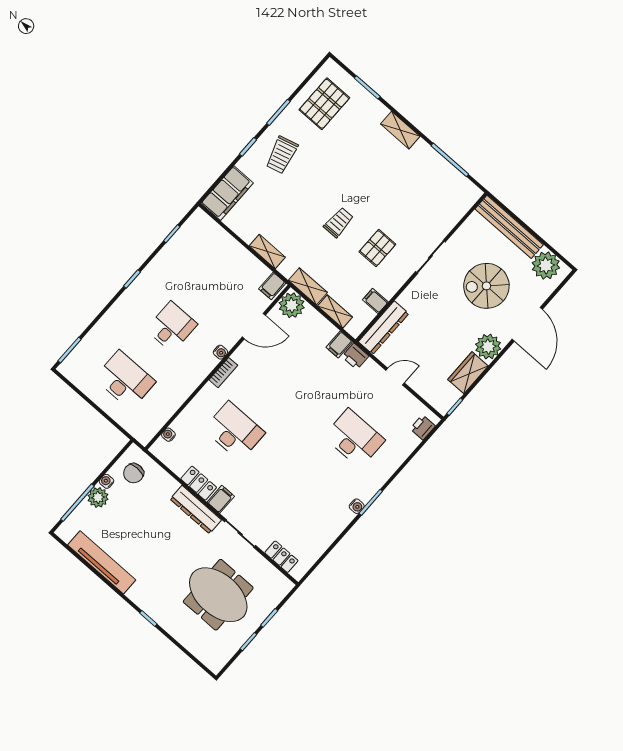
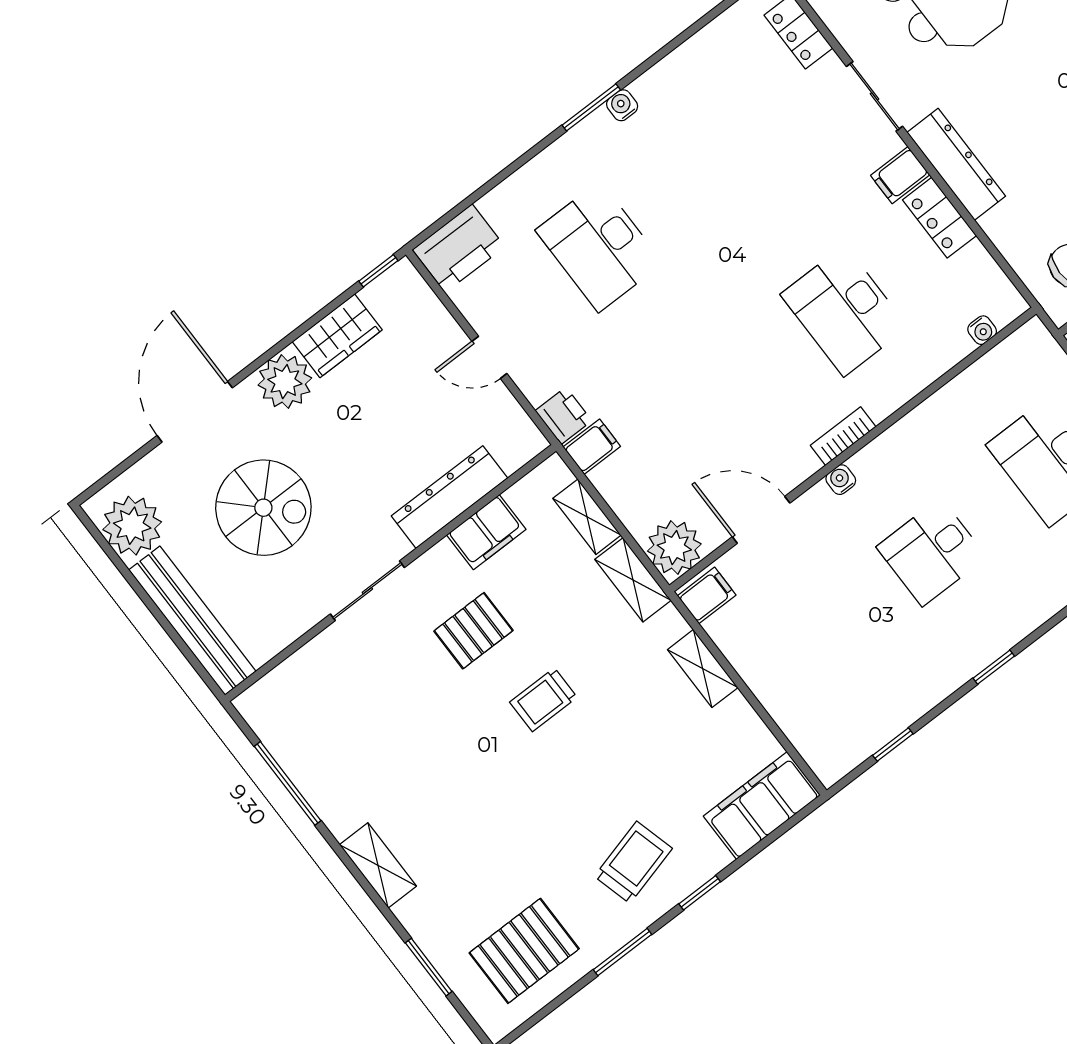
filing cabinet: (375, 301) -> (486, 532), width x2.00
dresser: (384, 328) -> (450, 497), moved
printer: (423, 427) -> (459, 248), width x1.87, depth x1.48

